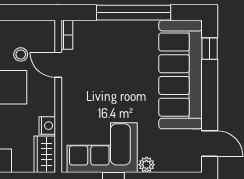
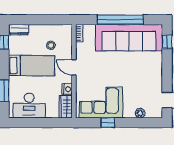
door: (58, 65) -> (74, 67), moved
sofa: (181, 75) -> (129, 38), moved, turned -90
plant: (147, 165) -> (140, 113), moved

